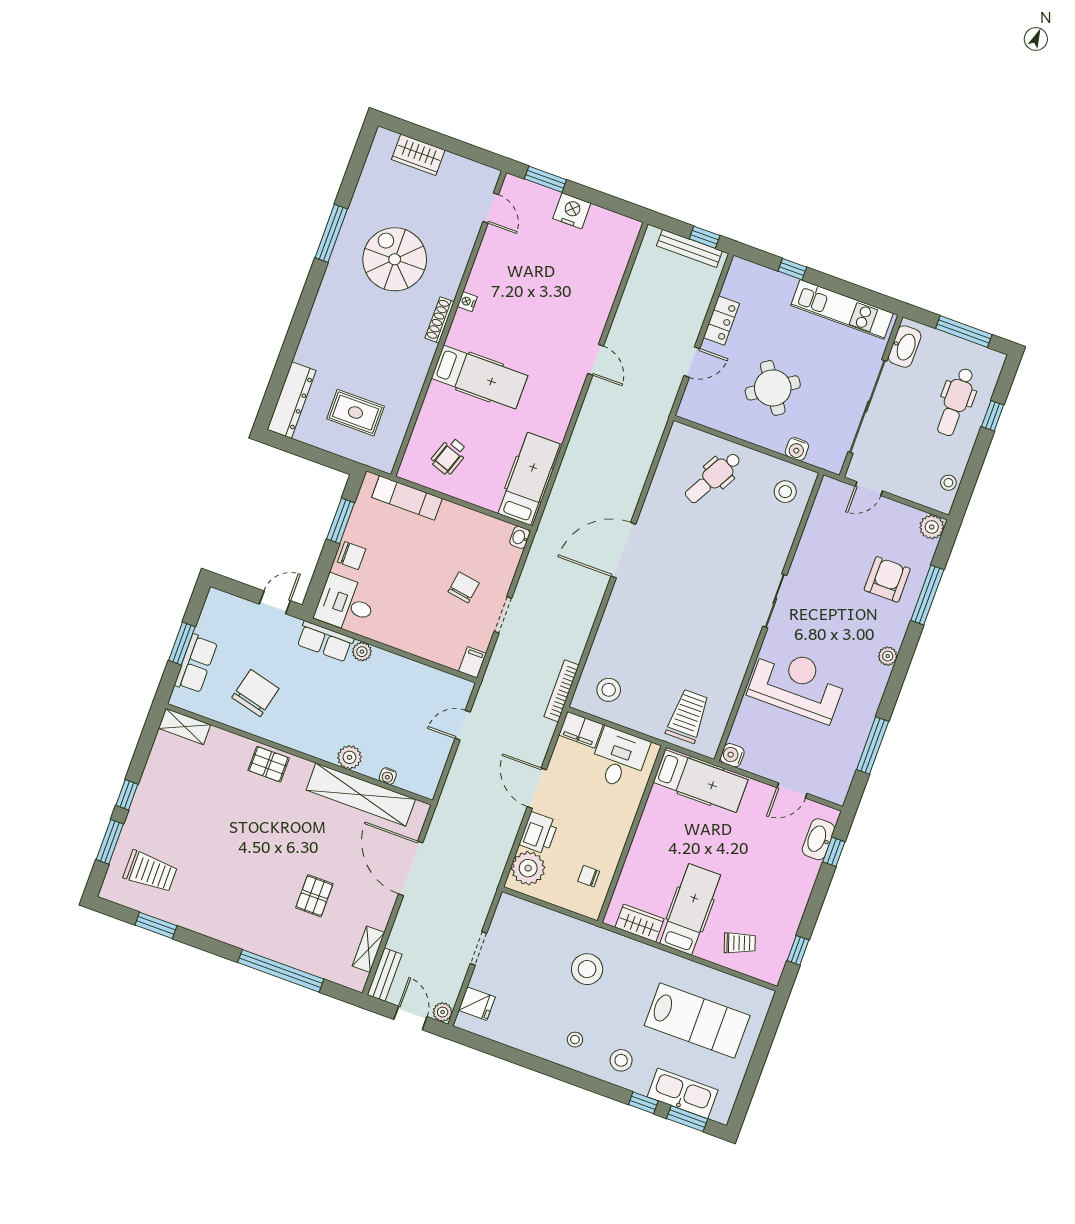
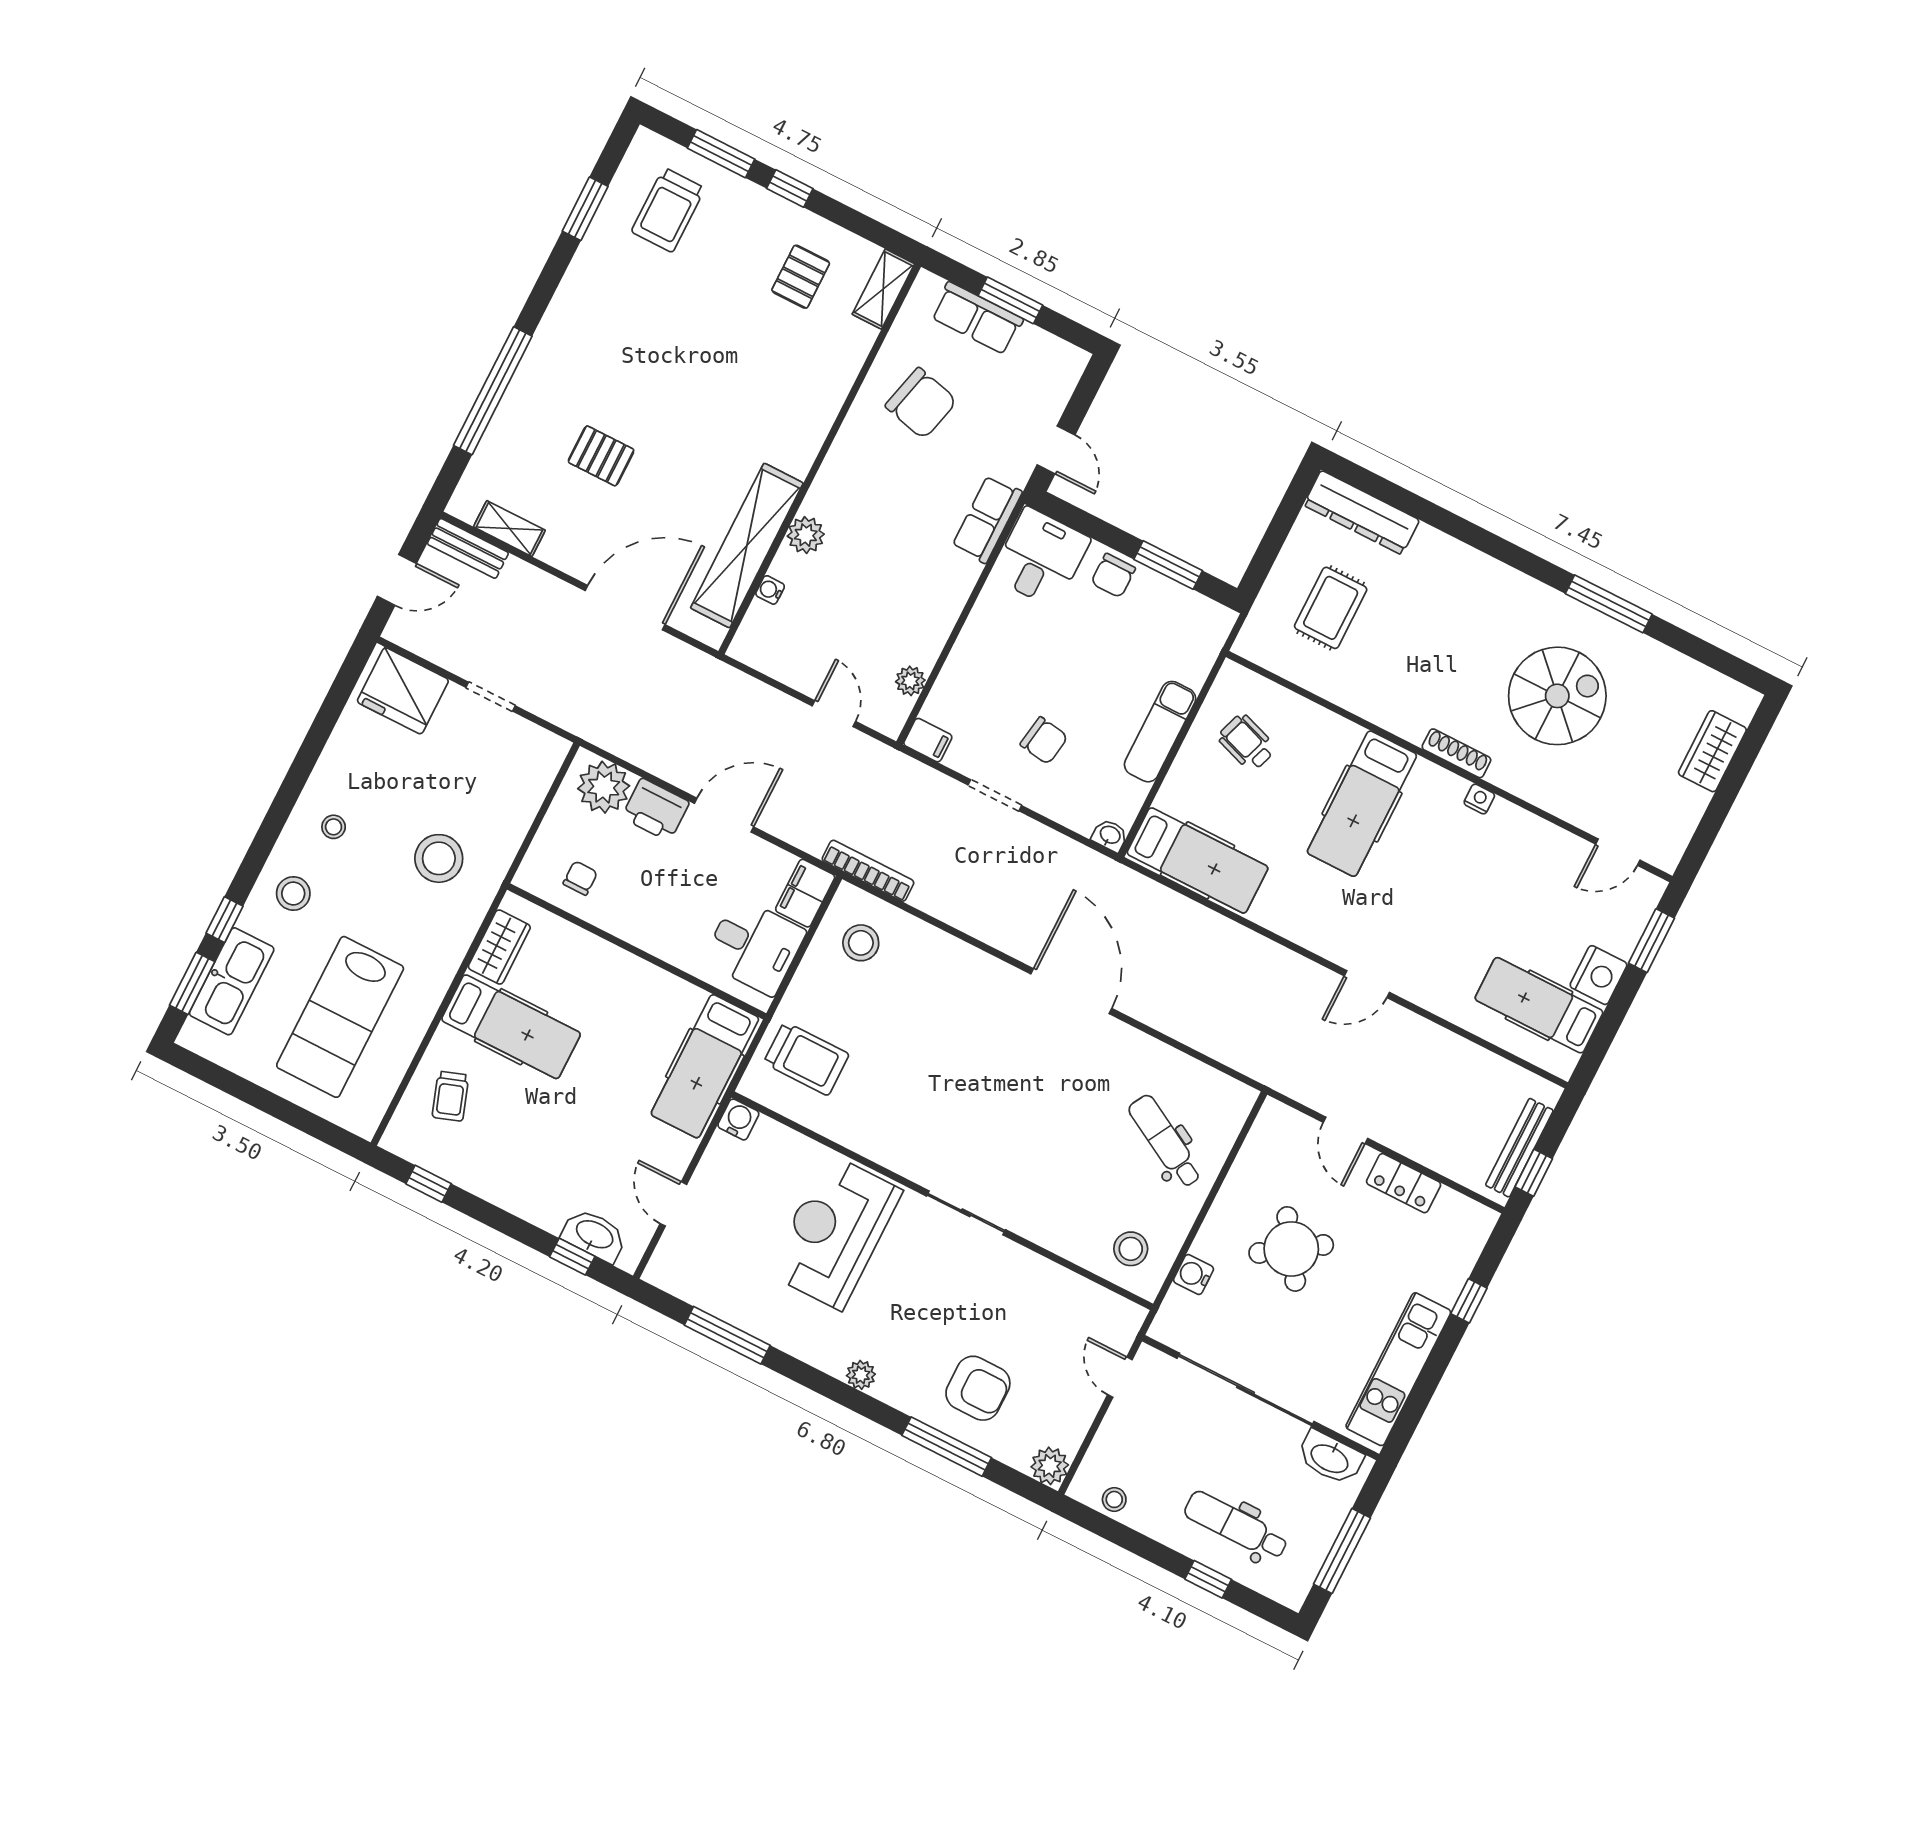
hospital bed: (596, 247) -> (1539, 1005), added
exam couch: (407, 498) -> (1160, 732), moved
plant: (362, 652) -> (910, 681), moved
reception desk: (797, 684) -> (835, 1232), turned 180
pallet: (269, 764) -> (801, 277), moved
fridge: (477, 1004) -> (403, 691), width x1.88, depth x1.34
plant: (443, 1012) -> (400, 630), removed

